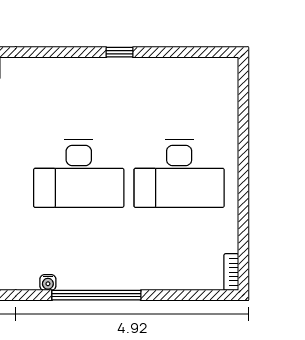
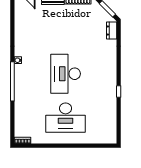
desk: (179, 174) -> (66, 118), turned -90

